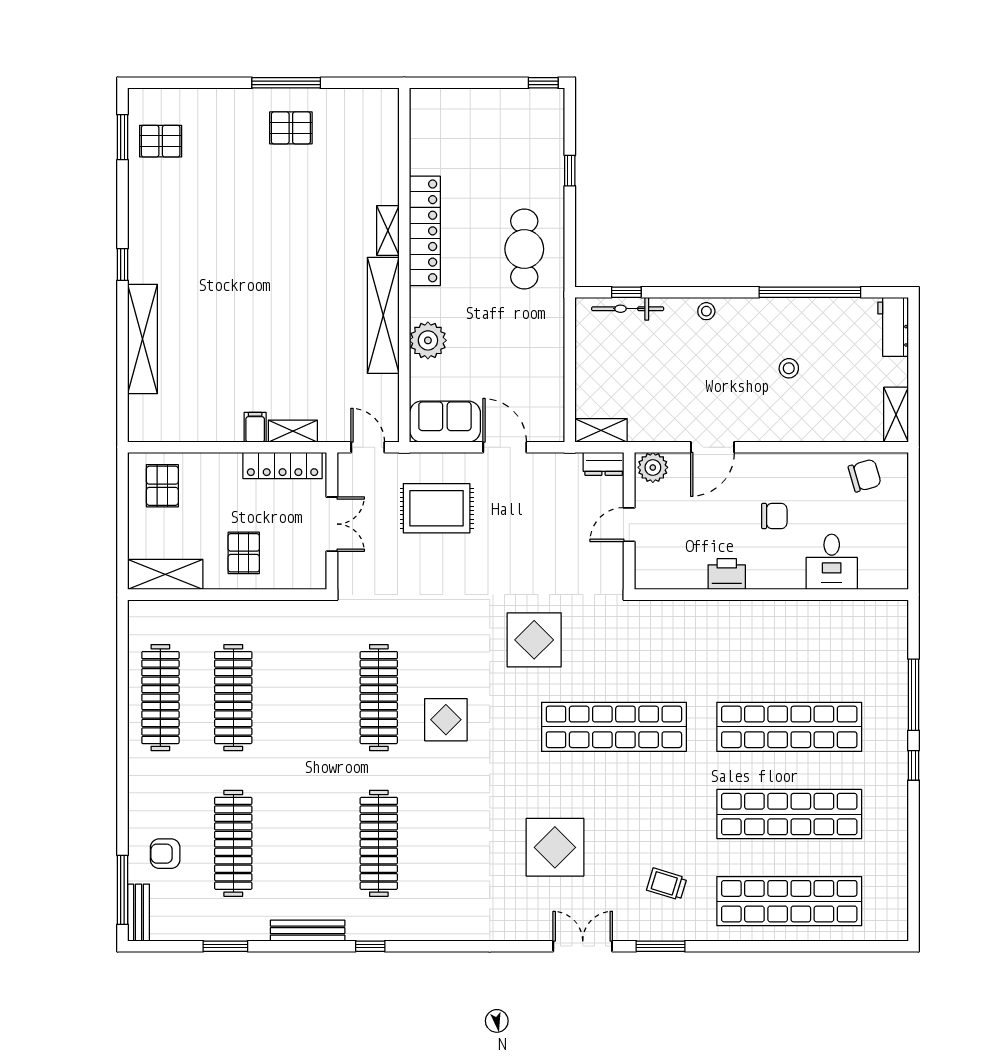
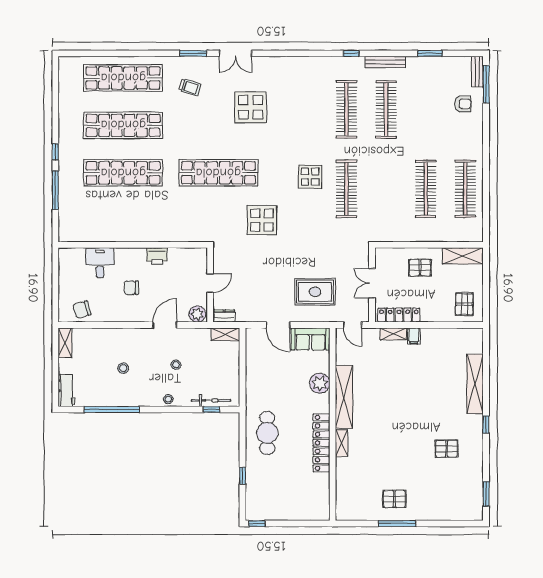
pallet: (161, 141) -> (447, 449), moved
stool: (692, 374) -> (176, 365), added
pallet: (244, 553) -> (420, 268), turned 90
clothes rail: (233, 843) -> (386, 109), moved

